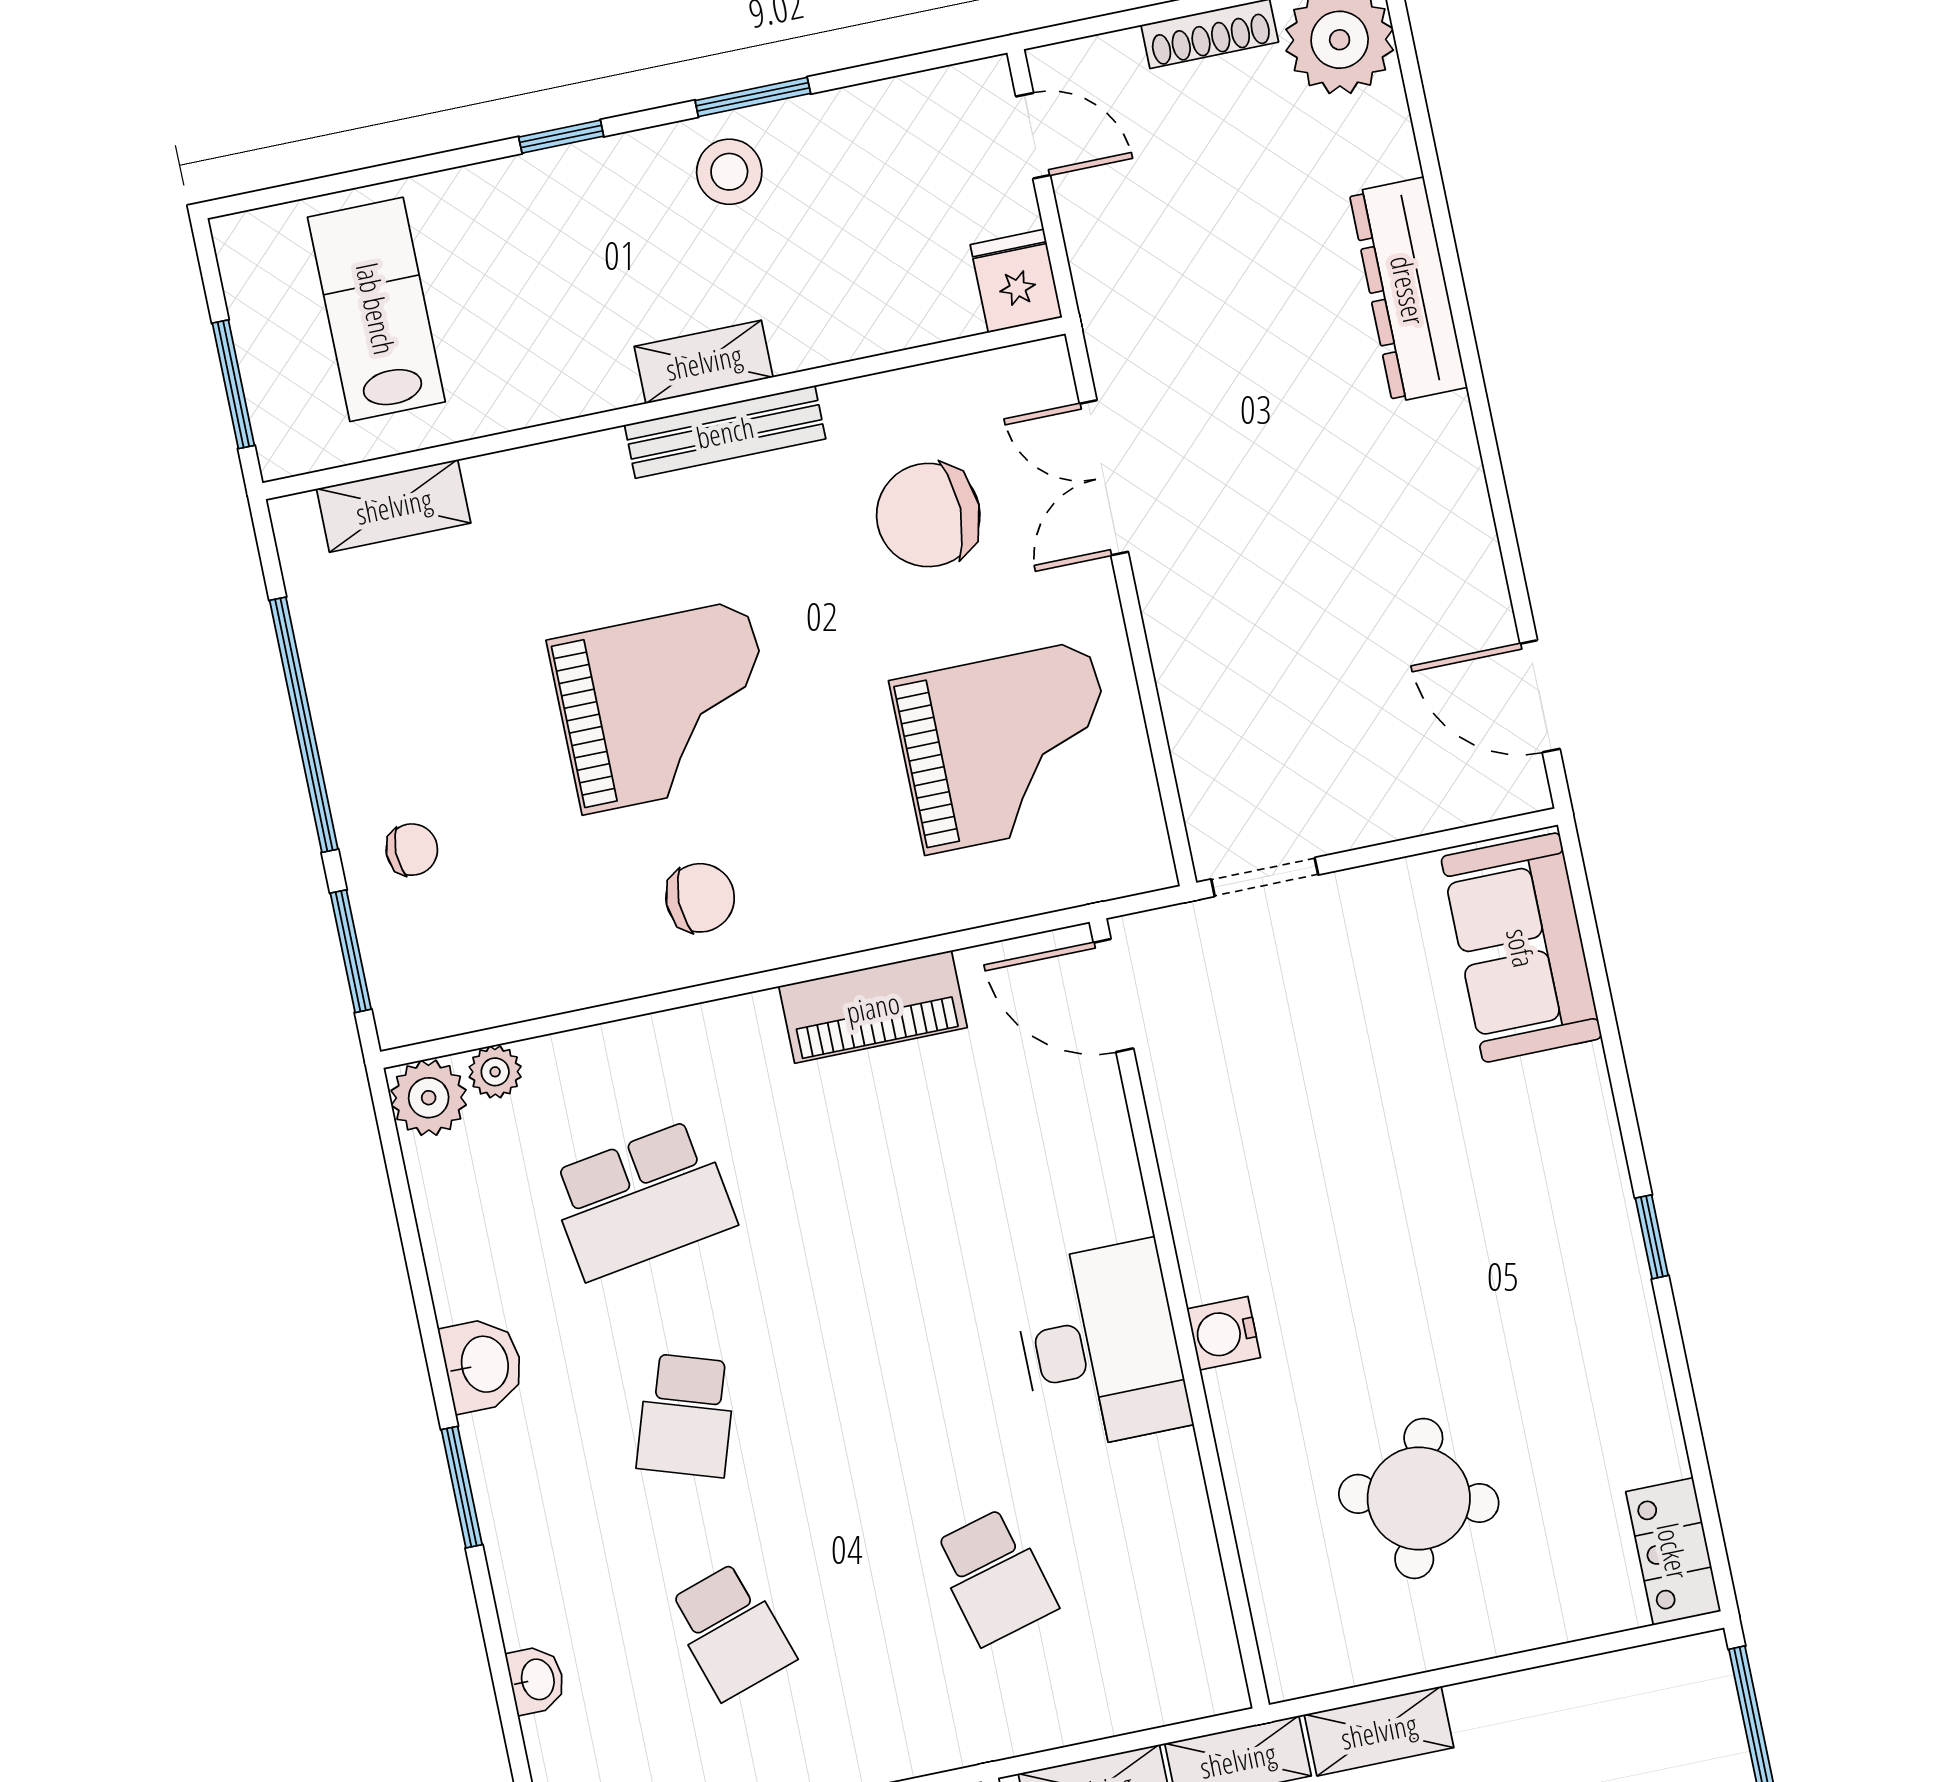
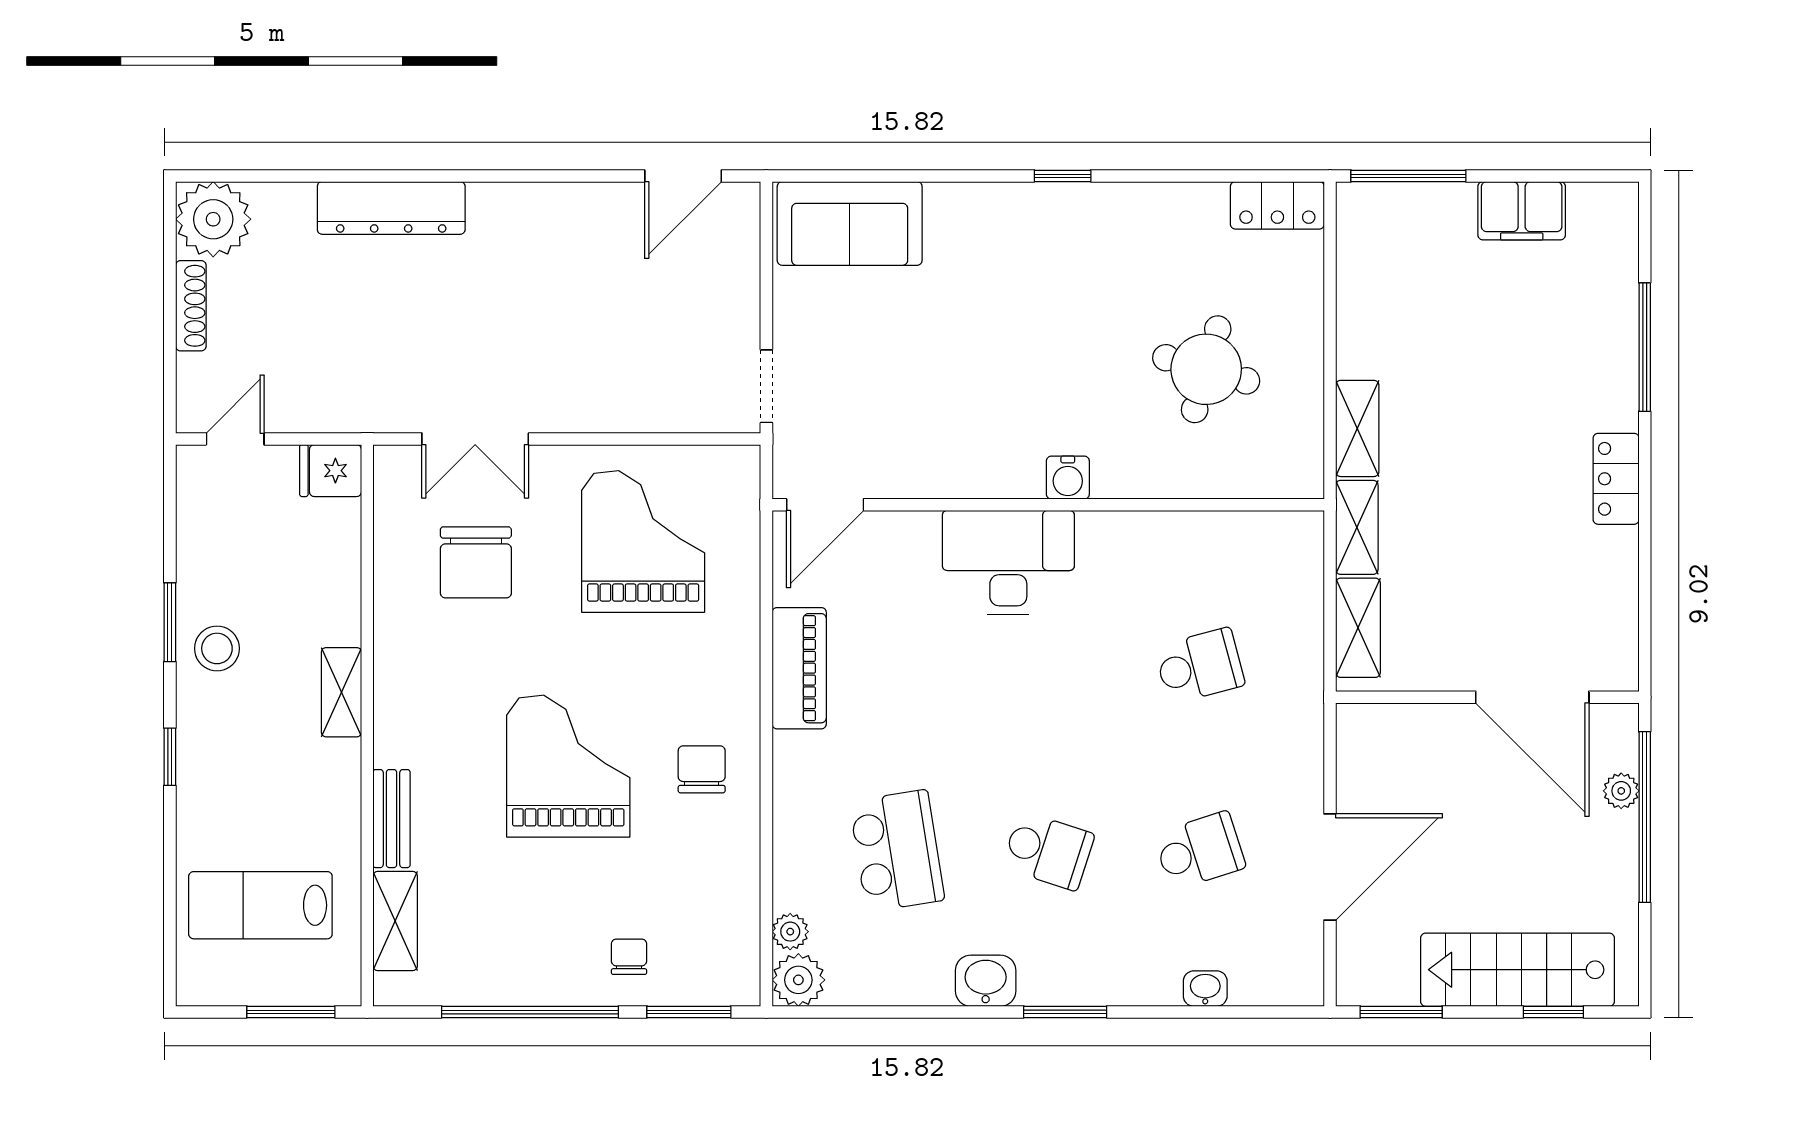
bench: (725, 432) -> (392, 819), moved, width x0.73
desk: (1101, 1346) -> (1008, 562), moved

